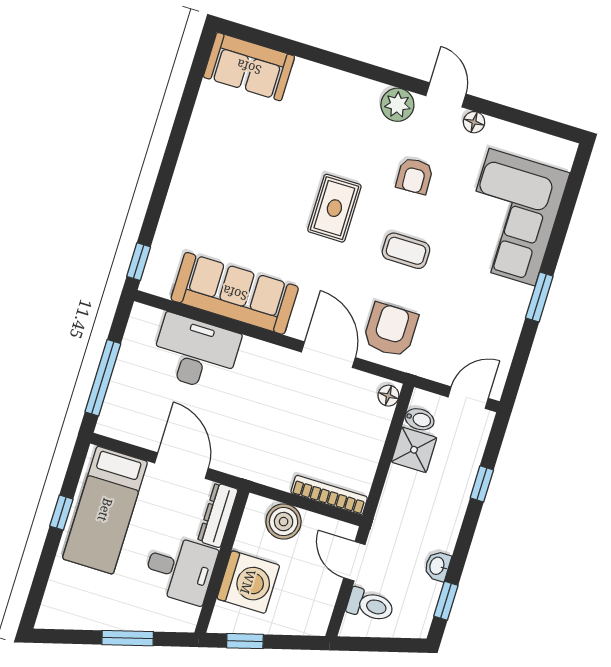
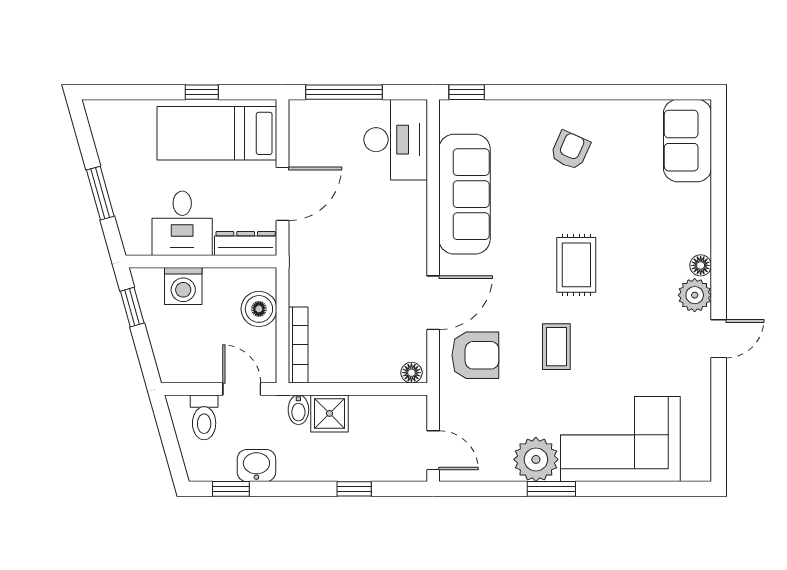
floor lamp: (474, 122) -> (701, 265), moved
armchair: (415, 176) -> (570, 150), moved, turned 116
rug: (334, 208) -> (576, 265), turned 90
plant: (507, 303) -> (536, 459), added
desk: (195, 353) -> (396, 140), moved
bidet: (420, 419) -> (298, 410), moved
shower: (414, 450) -> (330, 413), moved
door: (354, 561) -> (242, 389), hinge flipped
washbasin: (437, 566) -> (256, 466), width x1.38, depth x1.45
washing machine: (248, 582) -> (183, 286), width x0.73, depth x0.73

